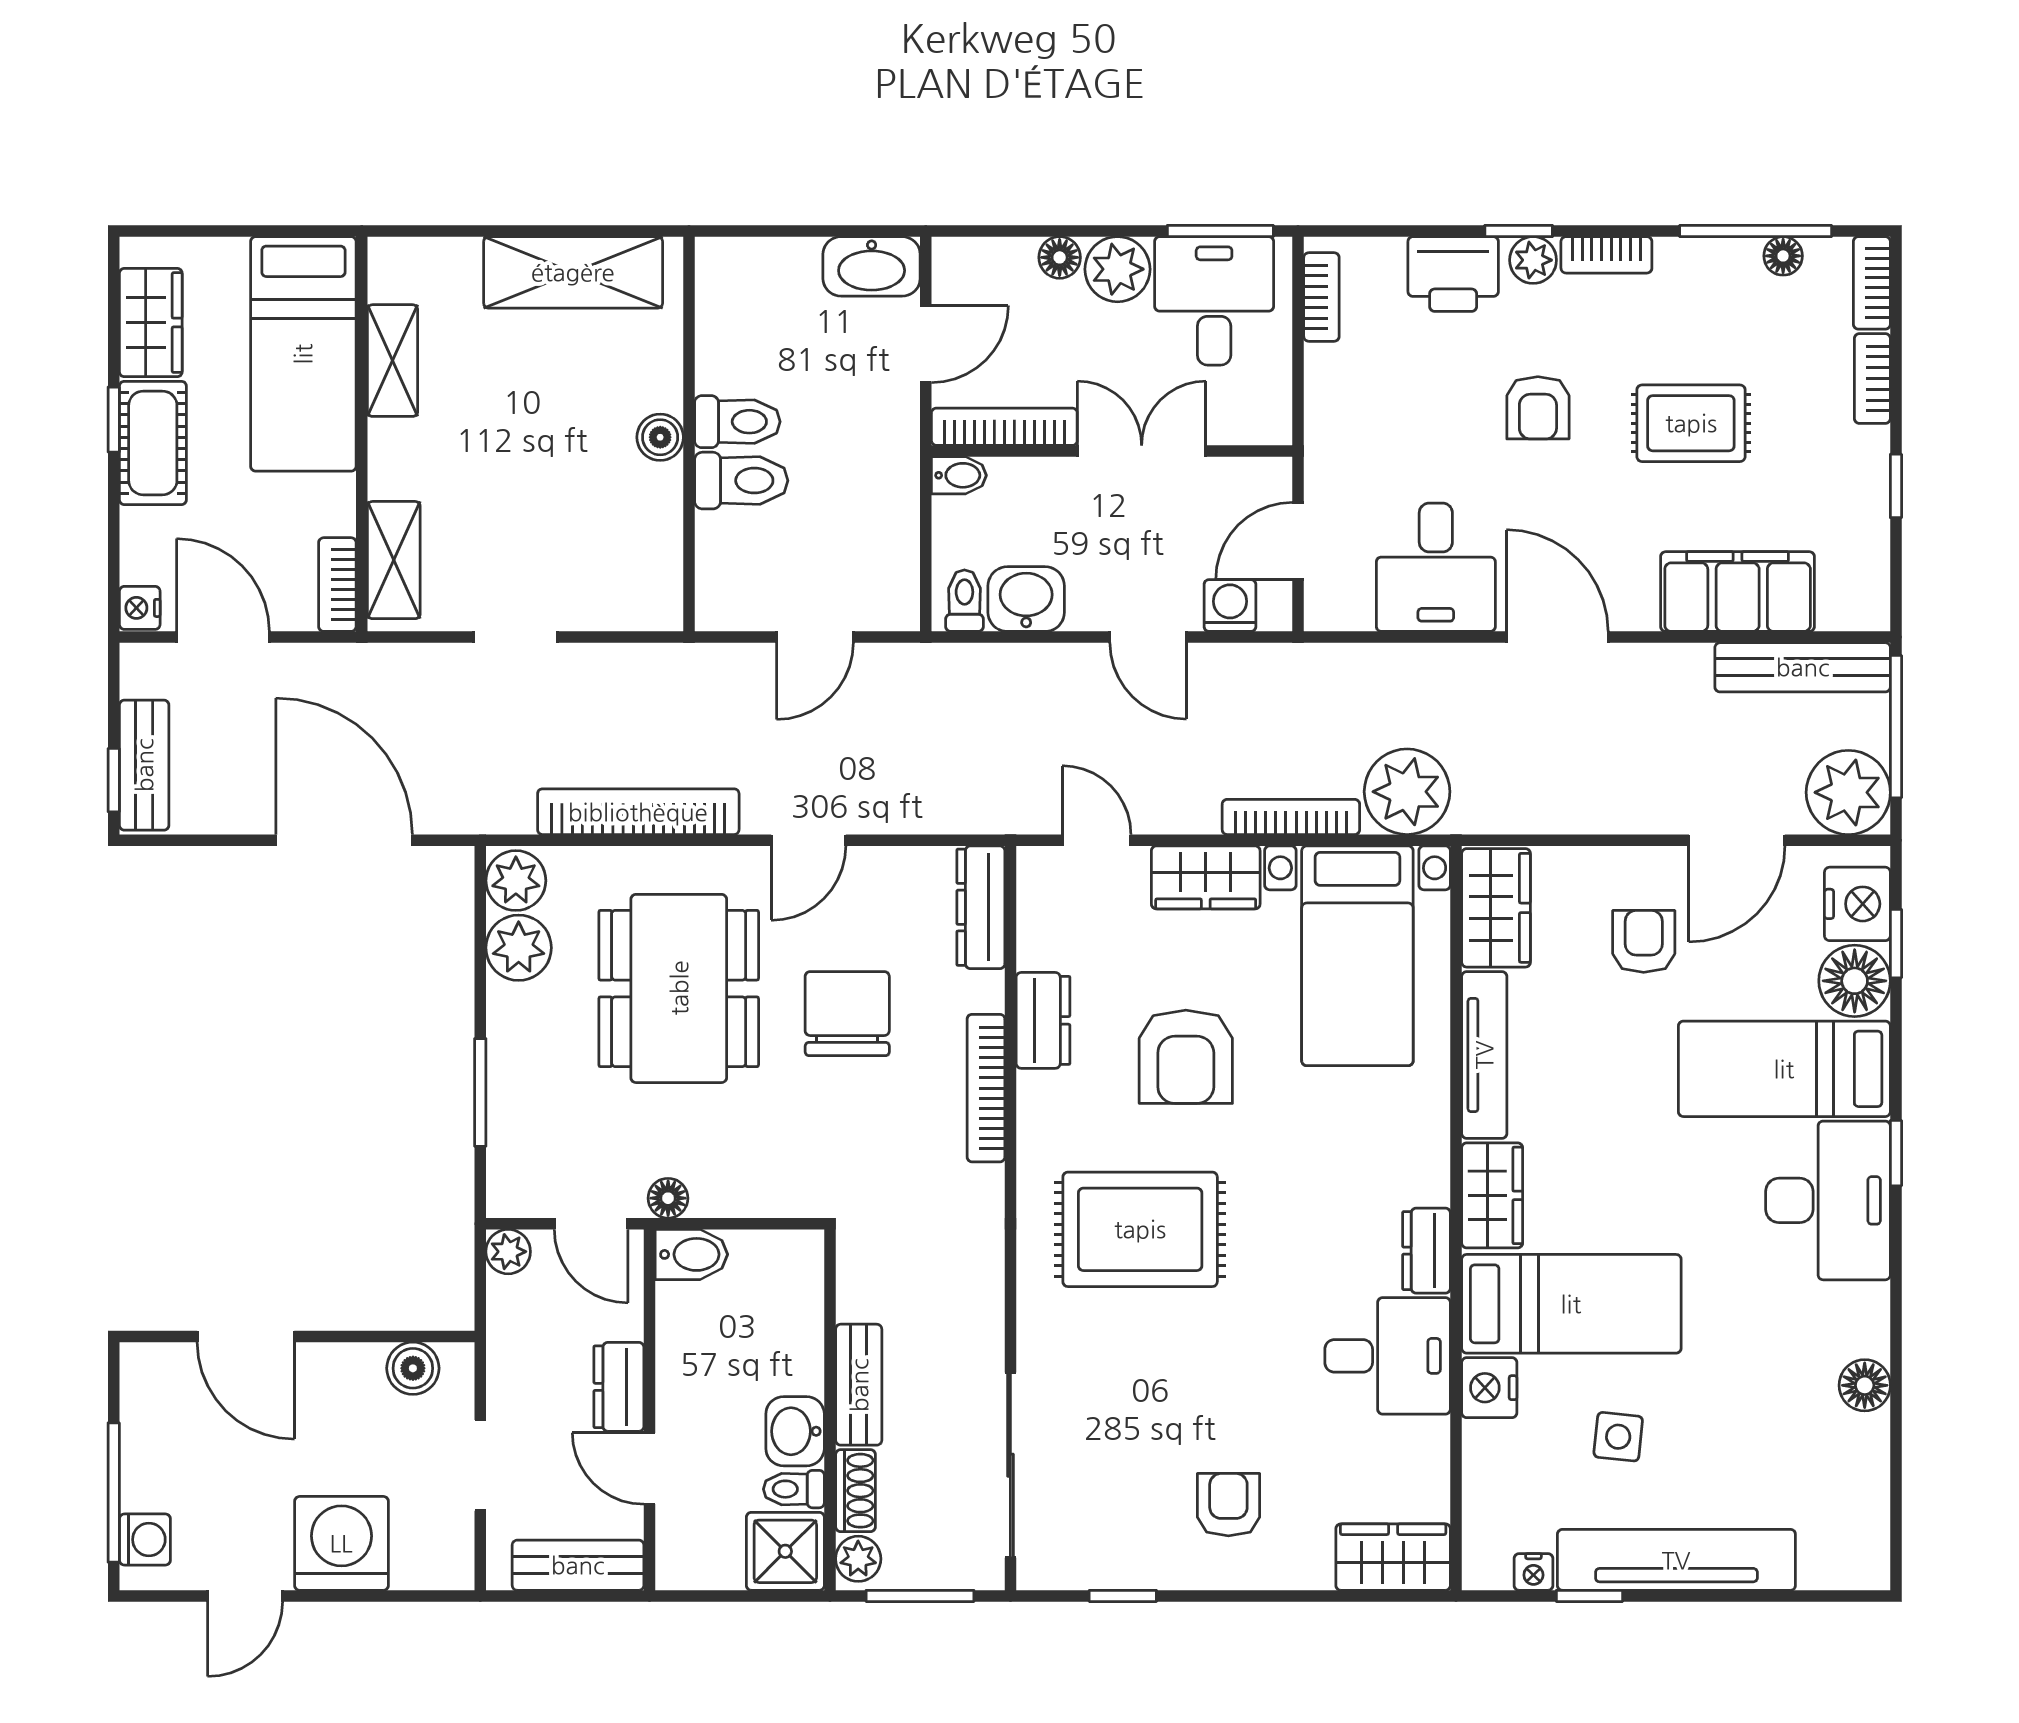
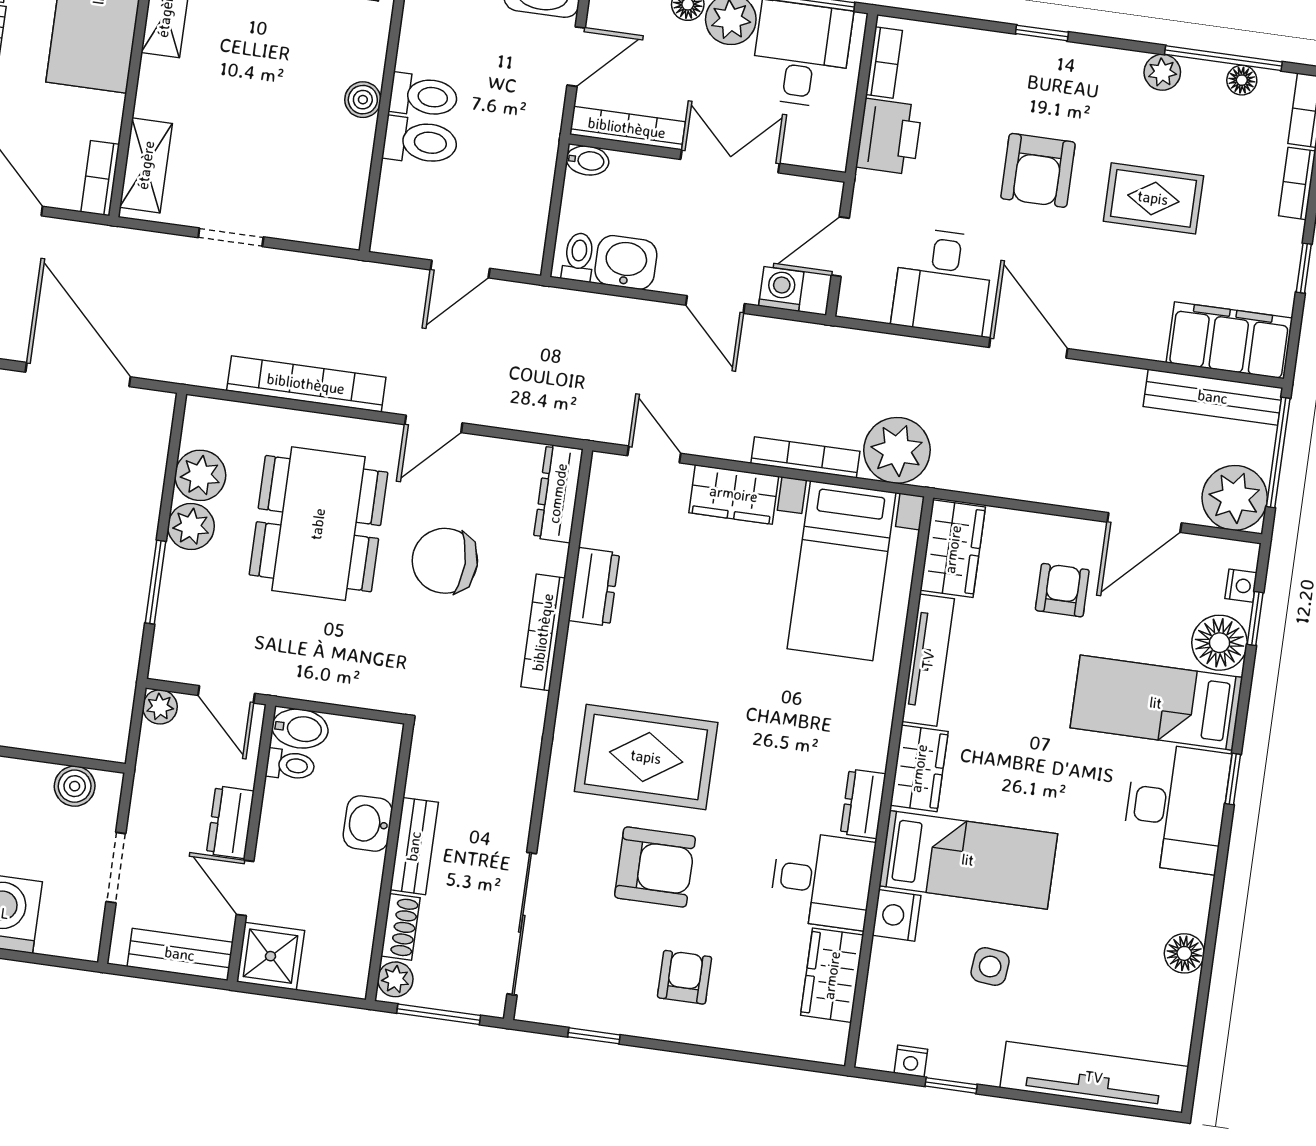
bookcase: (1606, 255) -> (1107, 61), removed
plant: (1533, 260) -> (1162, 72), moved
printer: (1453, 274) -> (889, 137), moved, turned -90
armchair: (1538, 408) -> (1038, 170), width x1.38, depth x1.38
filing cabinet: (1738, 592) -> (1229, 340), moved
plant: (516, 881) -> (191, 527), moved
nightstand: (1857, 904) -> (1241, 586), width x0.53, depth x0.56
chair: (847, 1014) -> (445, 561), turned -90
armchair: (1186, 1057) -> (655, 867), moved, turned -90
floor lamp: (668, 1198) -> (288, 683), removed
washbasin: (795, 1431) -> (368, 823), moved
toilet: (794, 1489) -> (290, 765), moved, turned 180
shower: (785, 1551) -> (270, 956), moved
wardrobe: (1393, 1557) -> (832, 975), moved, turned -90
tv unit: (1676, 1560) -> (1094, 1077), moved

